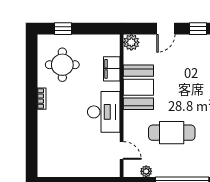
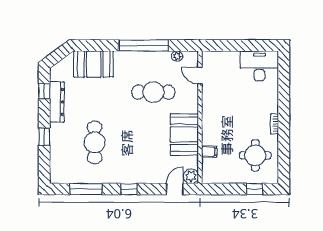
door: (166, 29) -> (175, 189), moved
filing cabinet: (112, 69) -> (209, 152), width x0.50
desk: (104, 112) -> (259, 66), moved, turned 90

